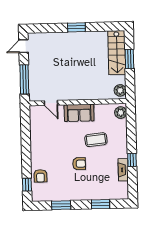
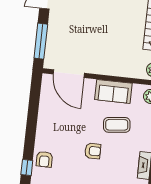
door: (51, 103) -> (69, 74), width x1.87
sofa: (79, 113) -> (113, 91), moved

